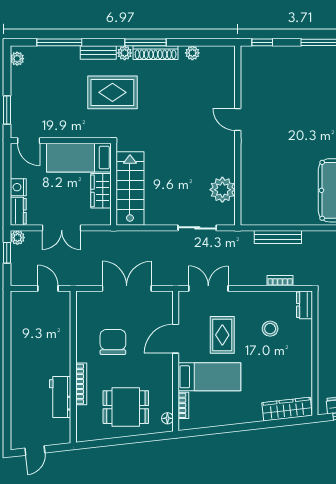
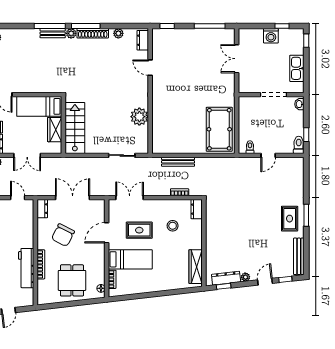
window: (59, 42) -> (50, 26), moved
dresser: (227, 63) -> (143, 40), added
rug: (112, 92) -> (63, 61), removed
door: (238, 119) -> (150, 68), moved
plant: (222, 190) -> (139, 117), moved
dresser: (83, 304) -> (42, 209), added
rug: (222, 335) -> (139, 230), turned 90
chair: (113, 342) -> (63, 235), turned -153
workbench: (60, 397) -> (26, 268), width x1.37
dining table: (126, 407) -> (72, 280), turned 90
wardrobe: (287, 409) -> (196, 267), moved, turned -84

